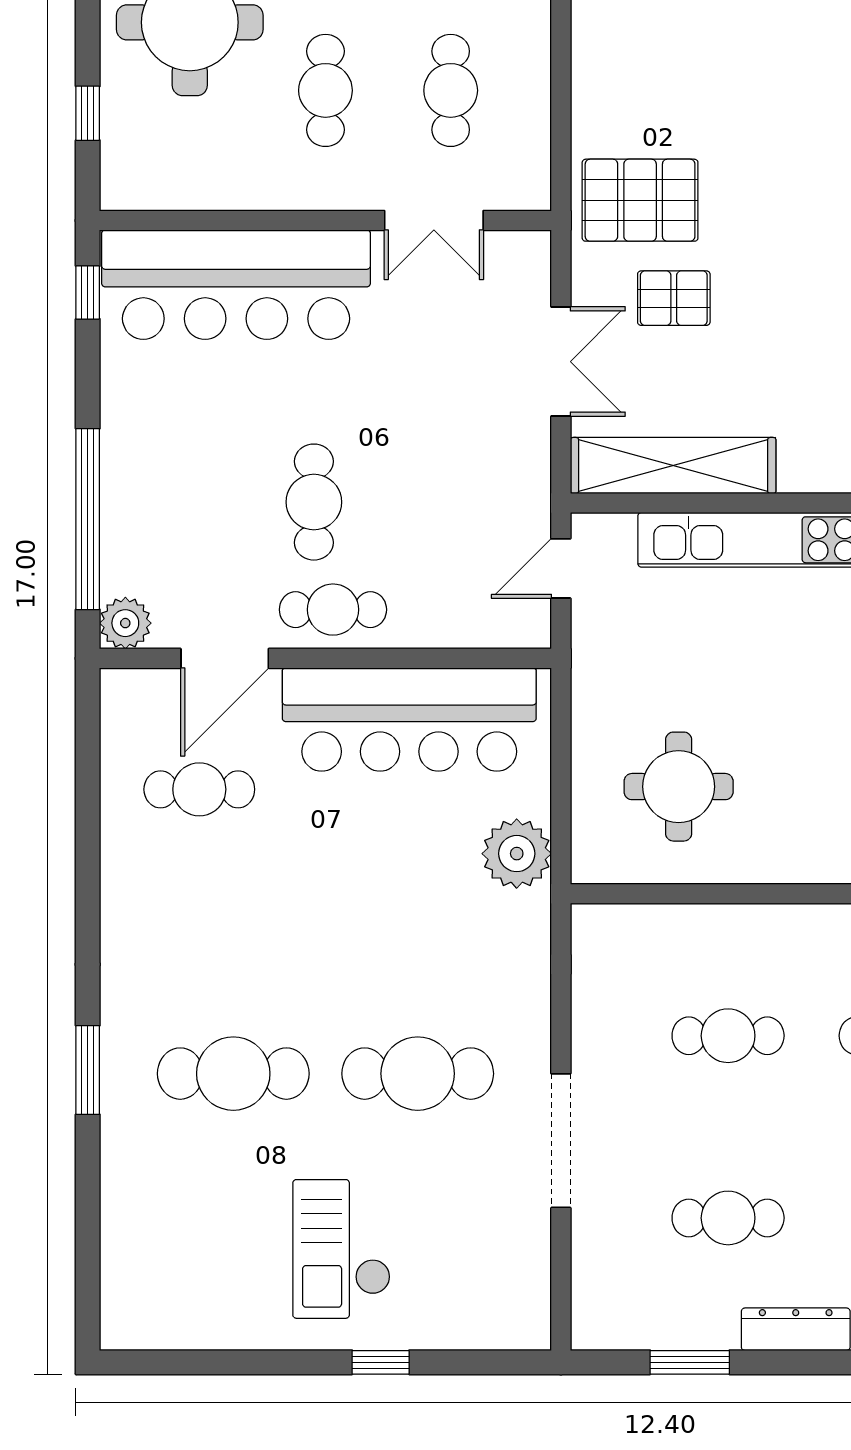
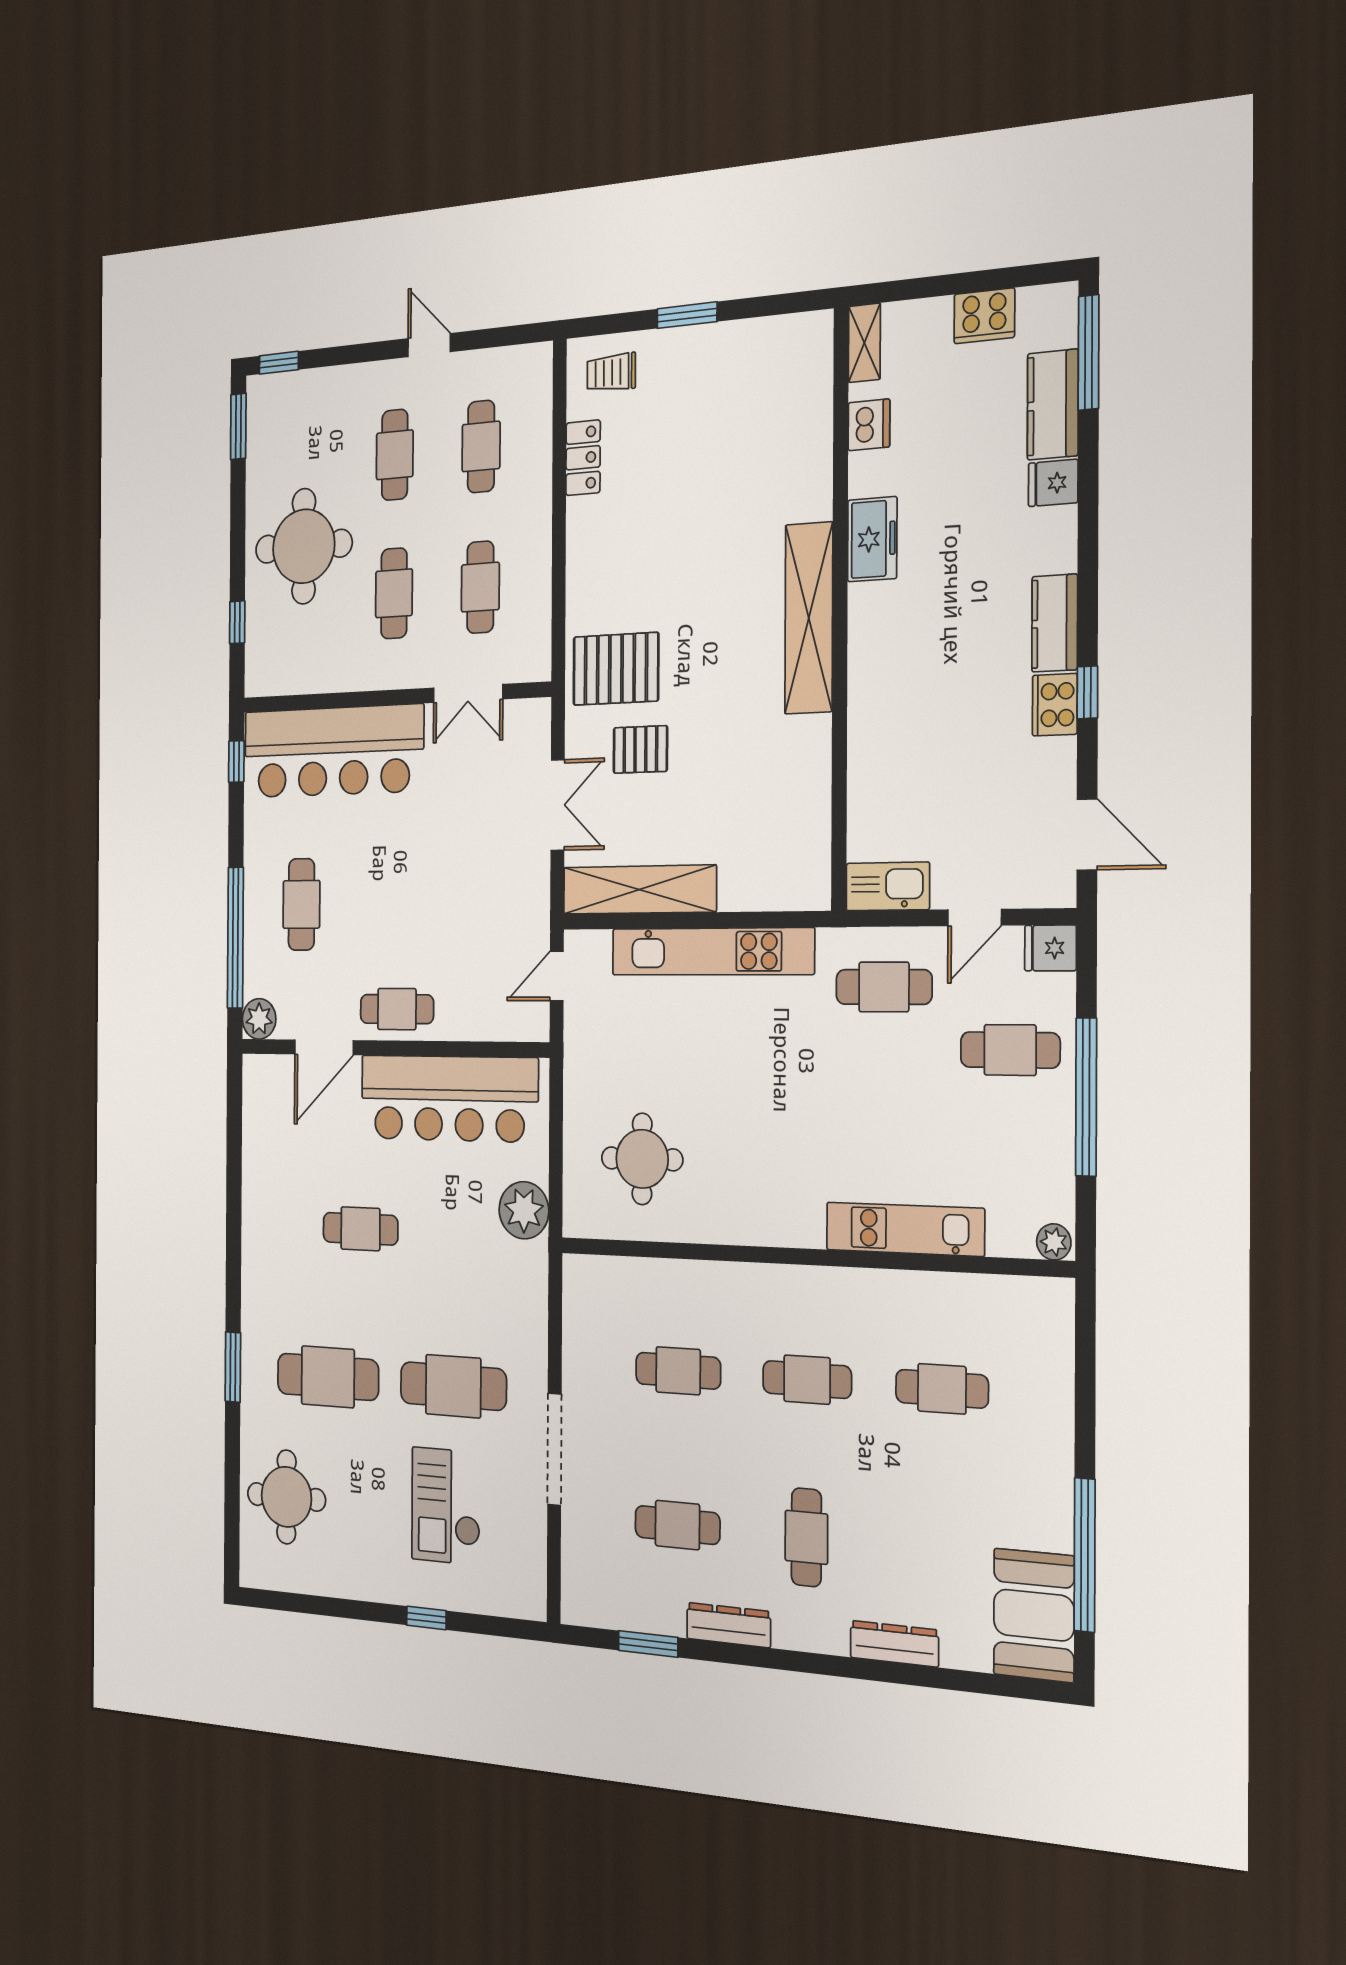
cafe table: (314, 502) -> (301, 904), moved
cafe table: (199, 789) -> (360, 1229), moved
round table: (172, 1230) -> (286, 1497), added
checkout: (342, 1249) -> (446, 1506), moved

